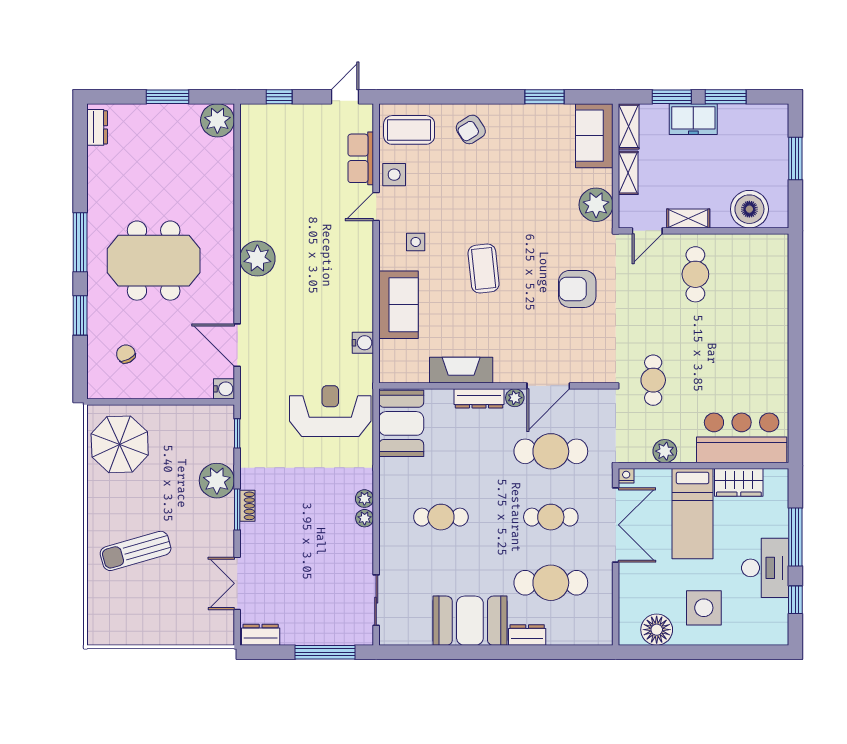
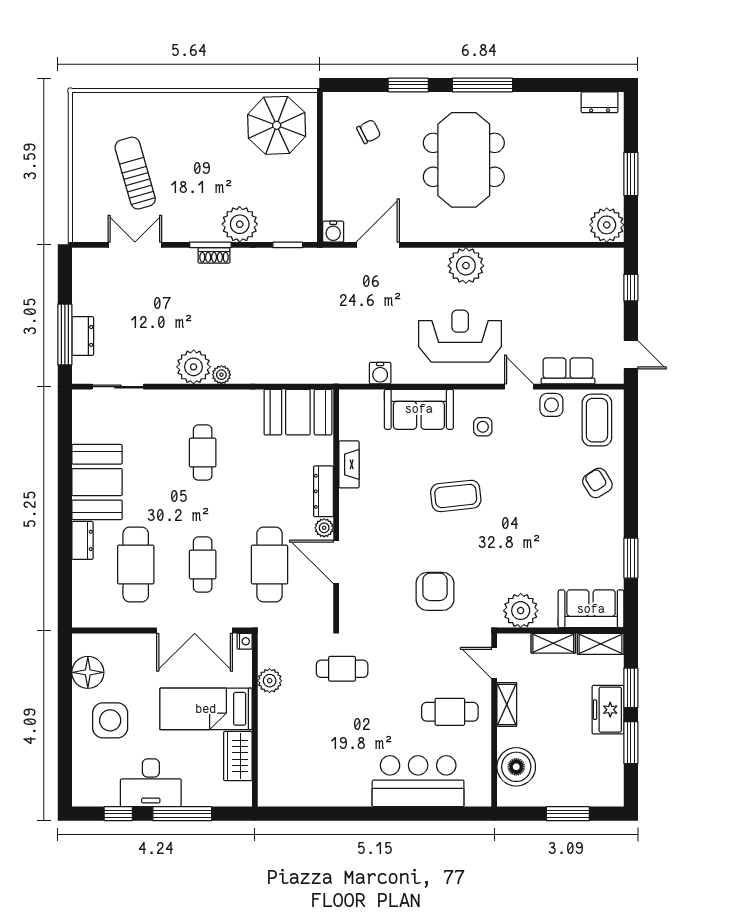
fireplace: (461, 370) -> (349, 464), width x0.73, depth x0.76
reception desk: (330, 411) -> (460, 336), moved, turned -90
bar counter: (742, 438) -> (418, 781), moved, turned -90
plant: (365, 518) -> (194, 367), width x1.88, depth x1.88
sun lounger: (136, 551) -> (135, 173), moved
dresser: (261, 635) -> (83, 336), moved

